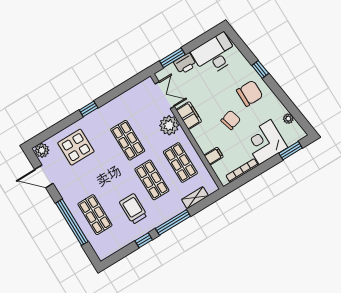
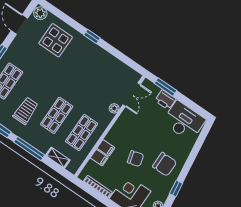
window: (260, 69) -> (176, 188), moved
filing cabinet: (189, 116) -> (106, 148), moved, width x0.50
plant: (169, 125) -> (114, 108), width x0.53, depth x0.53
shop shelf: (128, 140) -> (81, 81), removed

